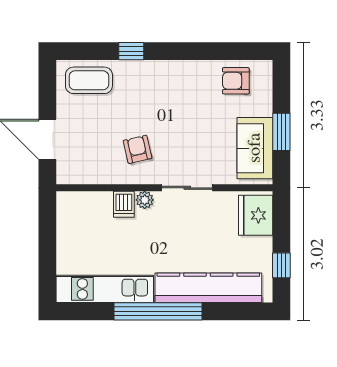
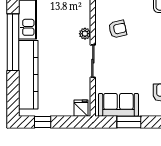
dishwasher: (124, 204) -> (82, 20), removed
fridge: (256, 215) -> (81, 108), width x0.53, depth x0.75

